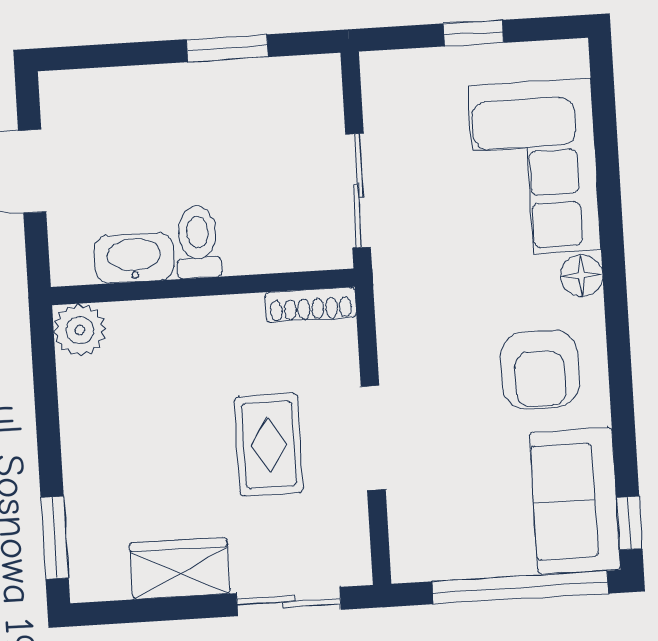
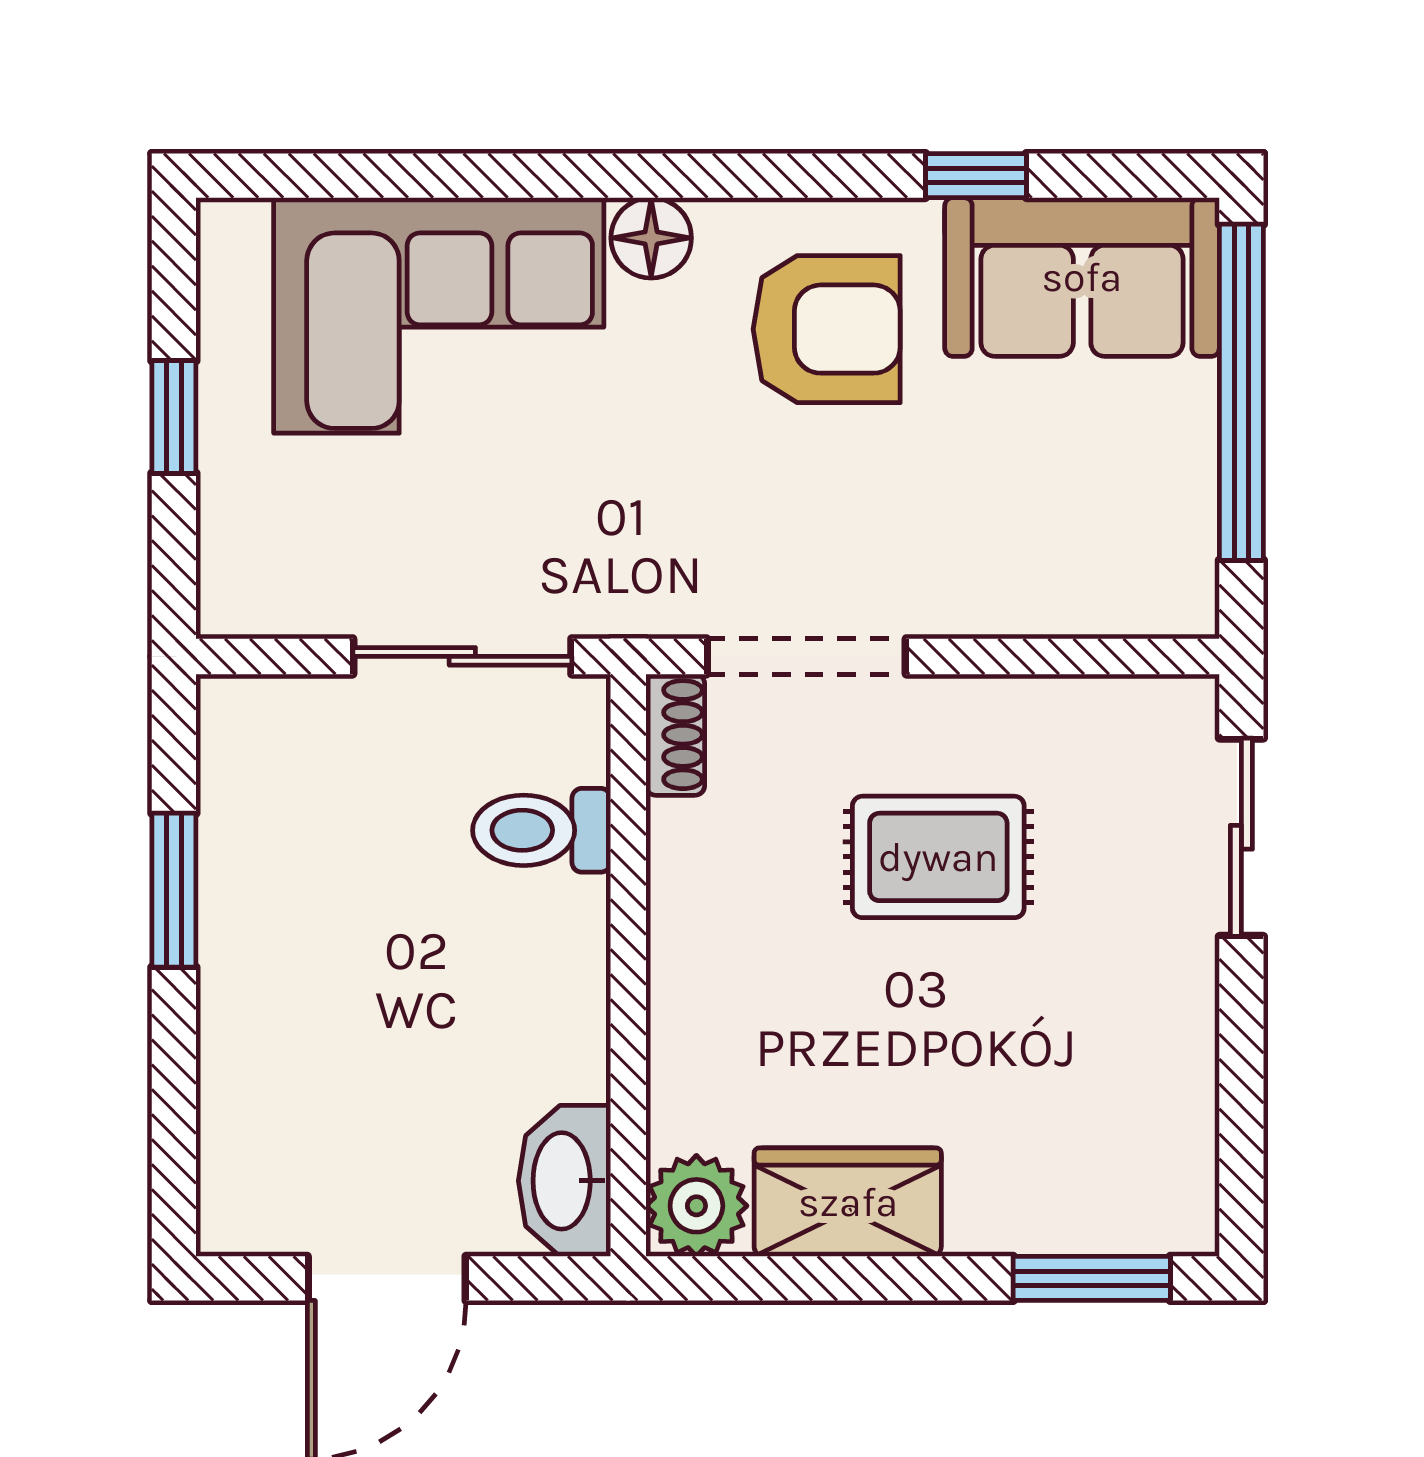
toilet: (198, 242) -> (542, 830), moved
washbasin: (134, 258) -> (564, 1181), moved
shoe rack: (311, 305) -> (675, 735), width x0.70
doorway: (373, 438) -> (806, 656), moved
window: (629, 523) -> (976, 176), moved
wardrobe: (180, 568) -> (848, 1202), moved, turned 90

